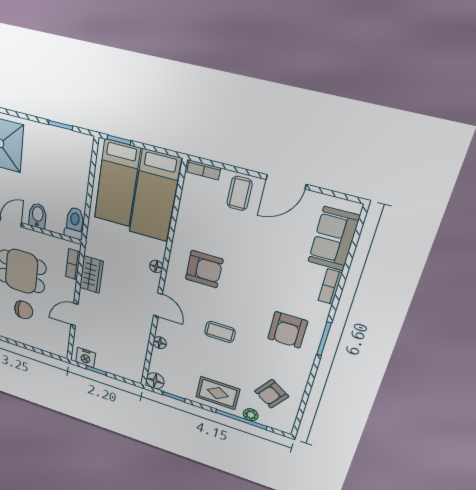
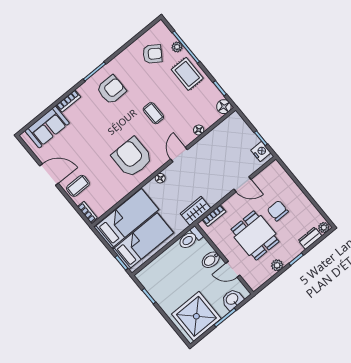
armchair: (204, 269) -> (132, 157), width x1.36, depth x1.36
wardrobe: (91, 274) -> (195, 211), moved

